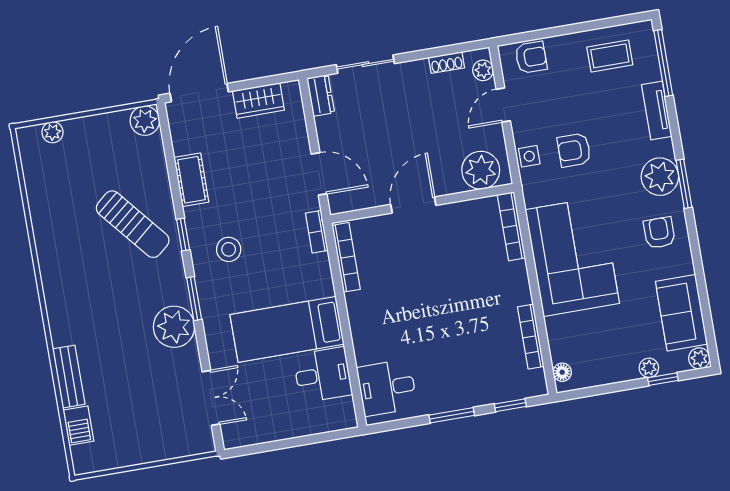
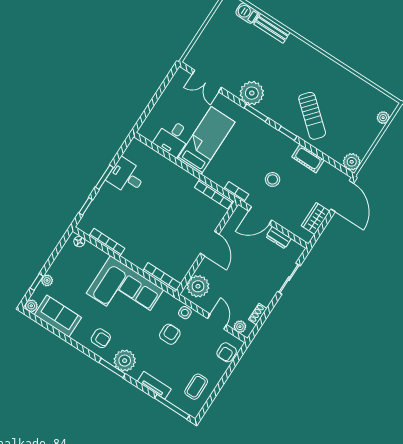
dresser: (321, 95) -> (279, 238), moved
sun lounger: (133, 224) -> (312, 116), turned -99
stool: (229, 249) -> (273, 179), moved
desk: (387, 388) -> (126, 176), moved, turned -90

